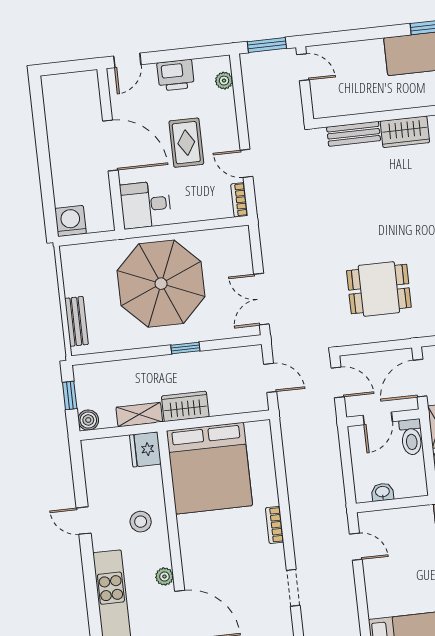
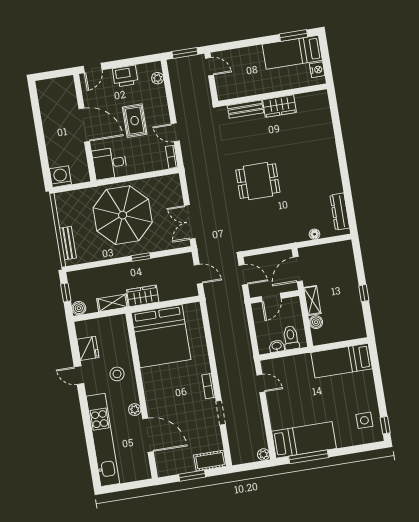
dining table: (379, 289) -> (258, 181), moved
toilet: (411, 437) -> (291, 338), moved, turned 180
fridge: (145, 449) -> (88, 348), moved, turned 180
bookcase: (275, 525) -> (208, 386), moved

